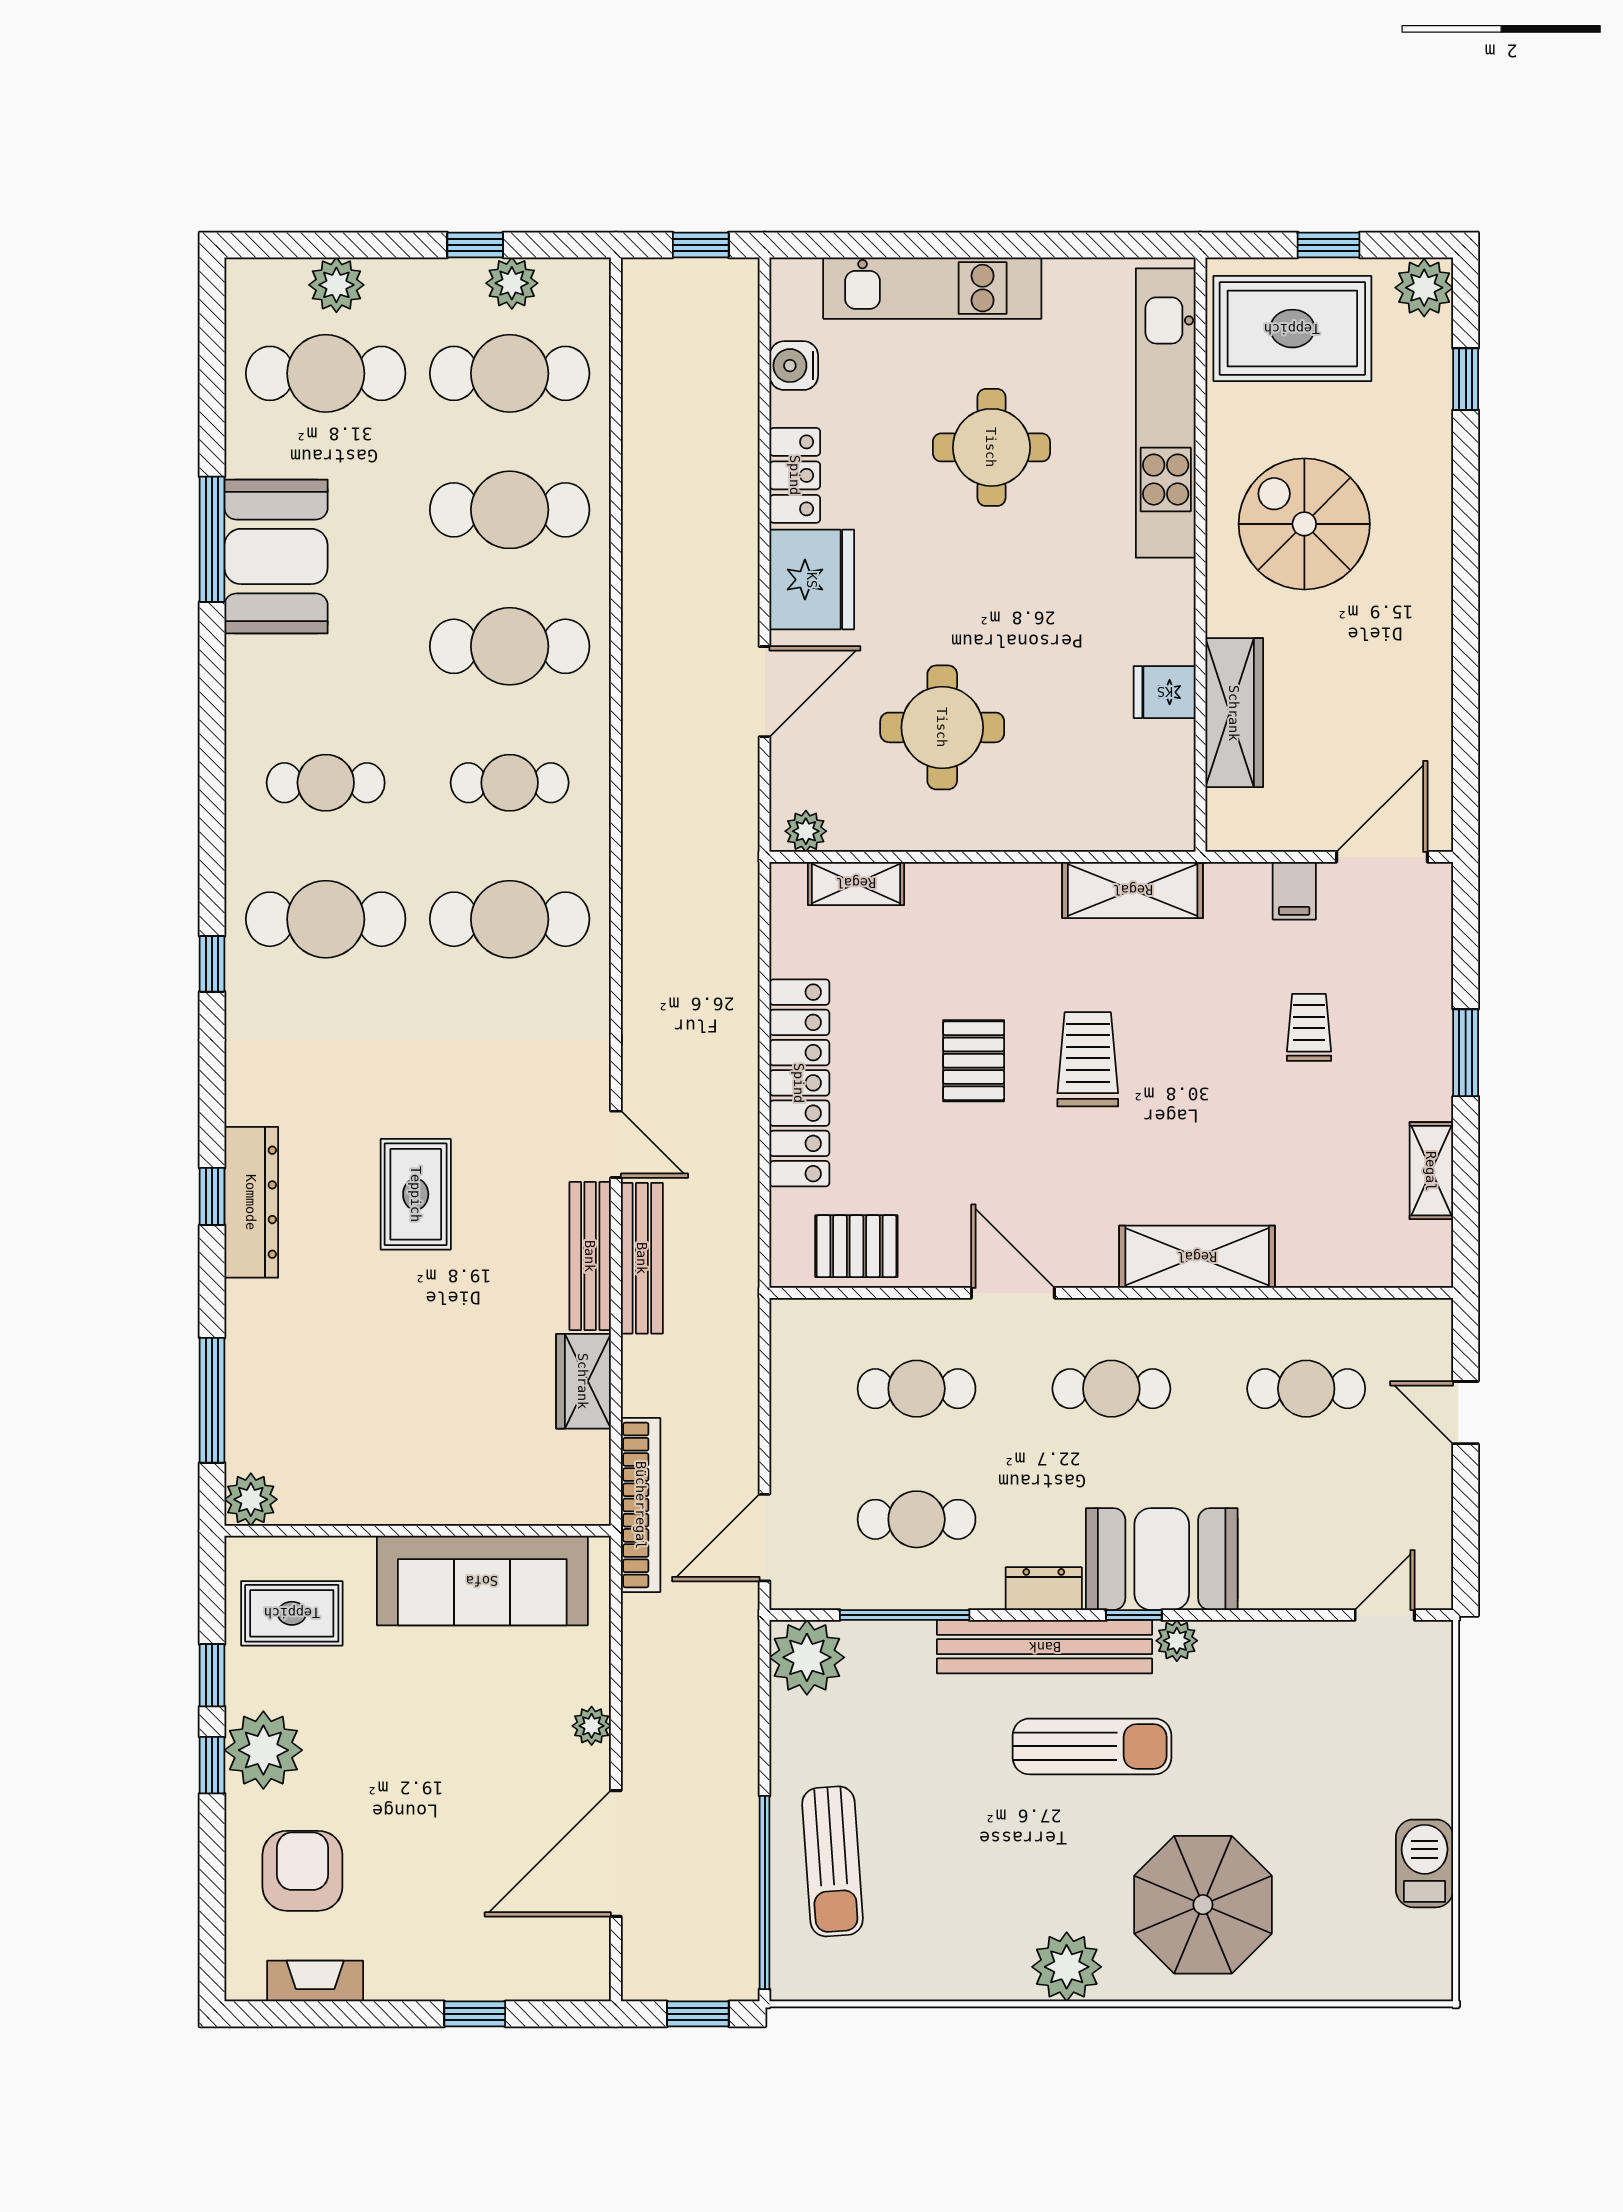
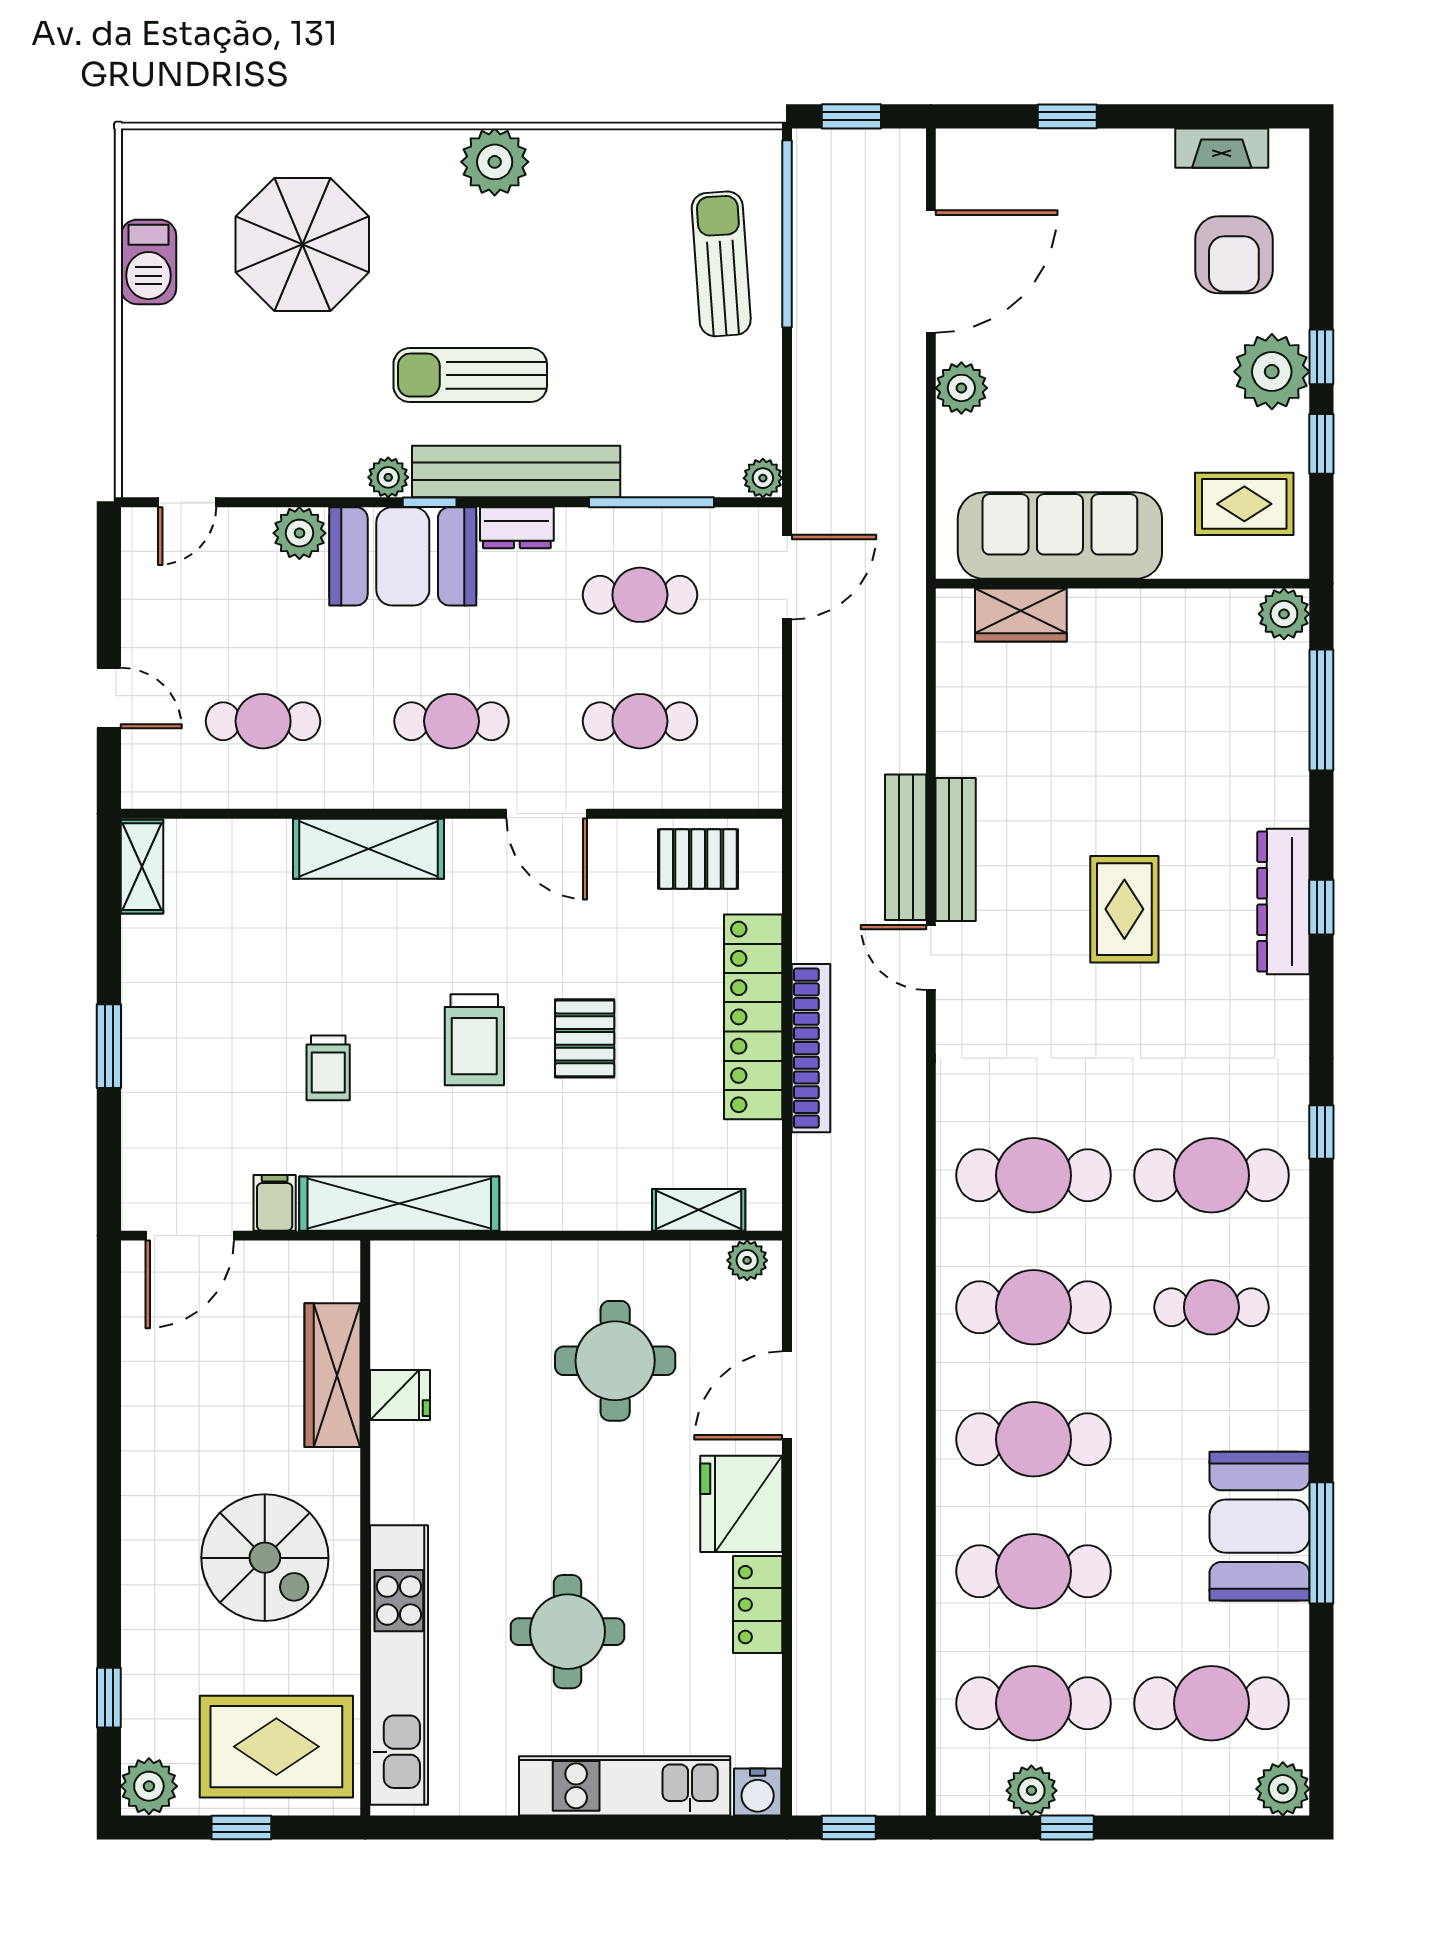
plant: (336, 285) -> (1283, 1789), moved
water cooler: (794, 366) -> (758, 1792), moved, turned 90
cafe table: (510, 783) -> (1034, 1307), width x1.37, depth x1.35
shelving: (1133, 890) -> (399, 1204), width x1.47
trolley: (1309, 1027) -> (328, 1068), moved
shelving: (1431, 1171) -> (142, 867), moved
wardrobe: (583, 1381) -> (1021, 615), moved, turned 90
bookcase: (641, 1505) -> (811, 1048), moved, turned 180
plant: (1269, 1583) -> (299, 533), added
plant: (807, 1657) -> (763, 478), width x0.53, depth x0.53
plant: (592, 1726) -> (961, 388), width x1.38, depth x1.38
parasol: (1203, 1905) -> (302, 244), moved

